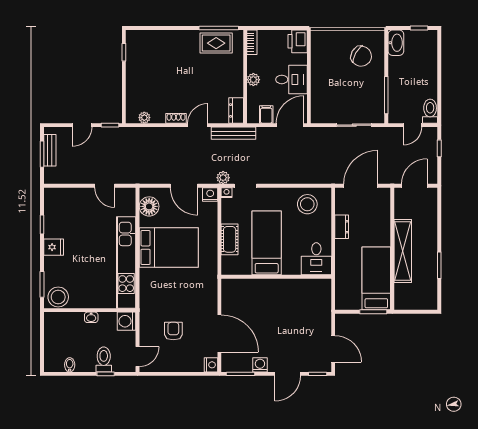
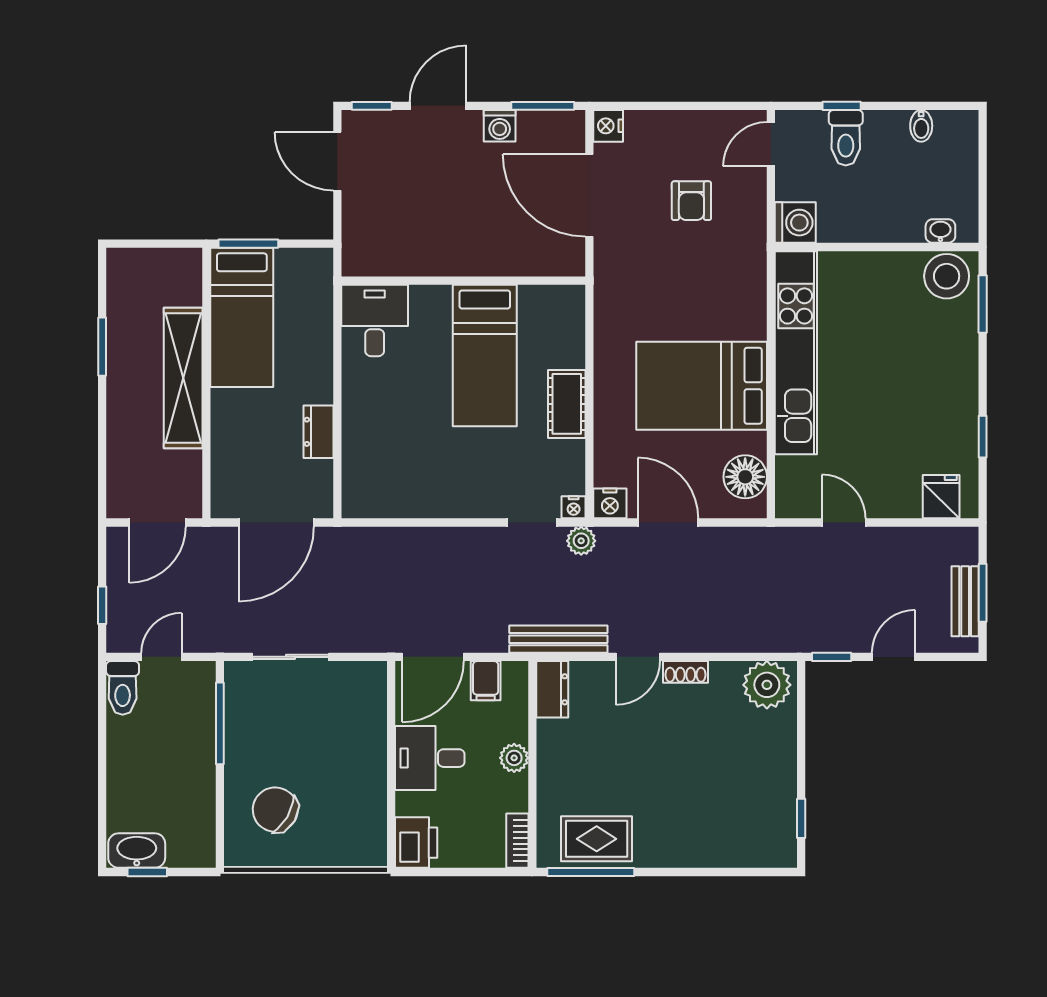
washbasin: (396, 43) -> (137, 851), moved, turned 90
plant: (144, 118) -> (767, 685), width x1.88, depth x1.88
stool: (307, 204) -> (395, 482), removed
bed: (267, 243) -> (485, 356), moved
fridge: (54, 247) -> (941, 497), moved, turned 90
desk: (316, 259) -> (375, 320), moved
wall: (276, 277) -> (463, 281), moved
washbasin: (91, 317) -> (940, 231), moved

